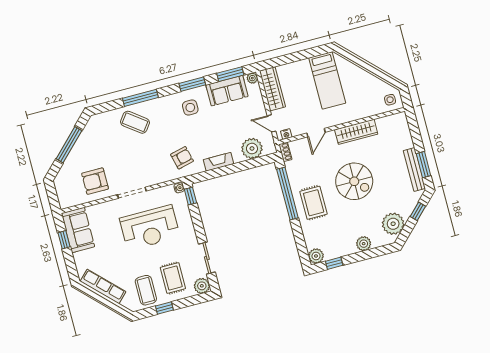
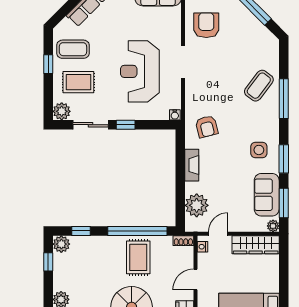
door: (316, 133) -> (195, 279), hinge flipped
window: (190, 196) -> (126, 125), moved
rug: (314, 203) -> (138, 257), moved, turned 90
window: (300, 242) -> (81, 231), added

